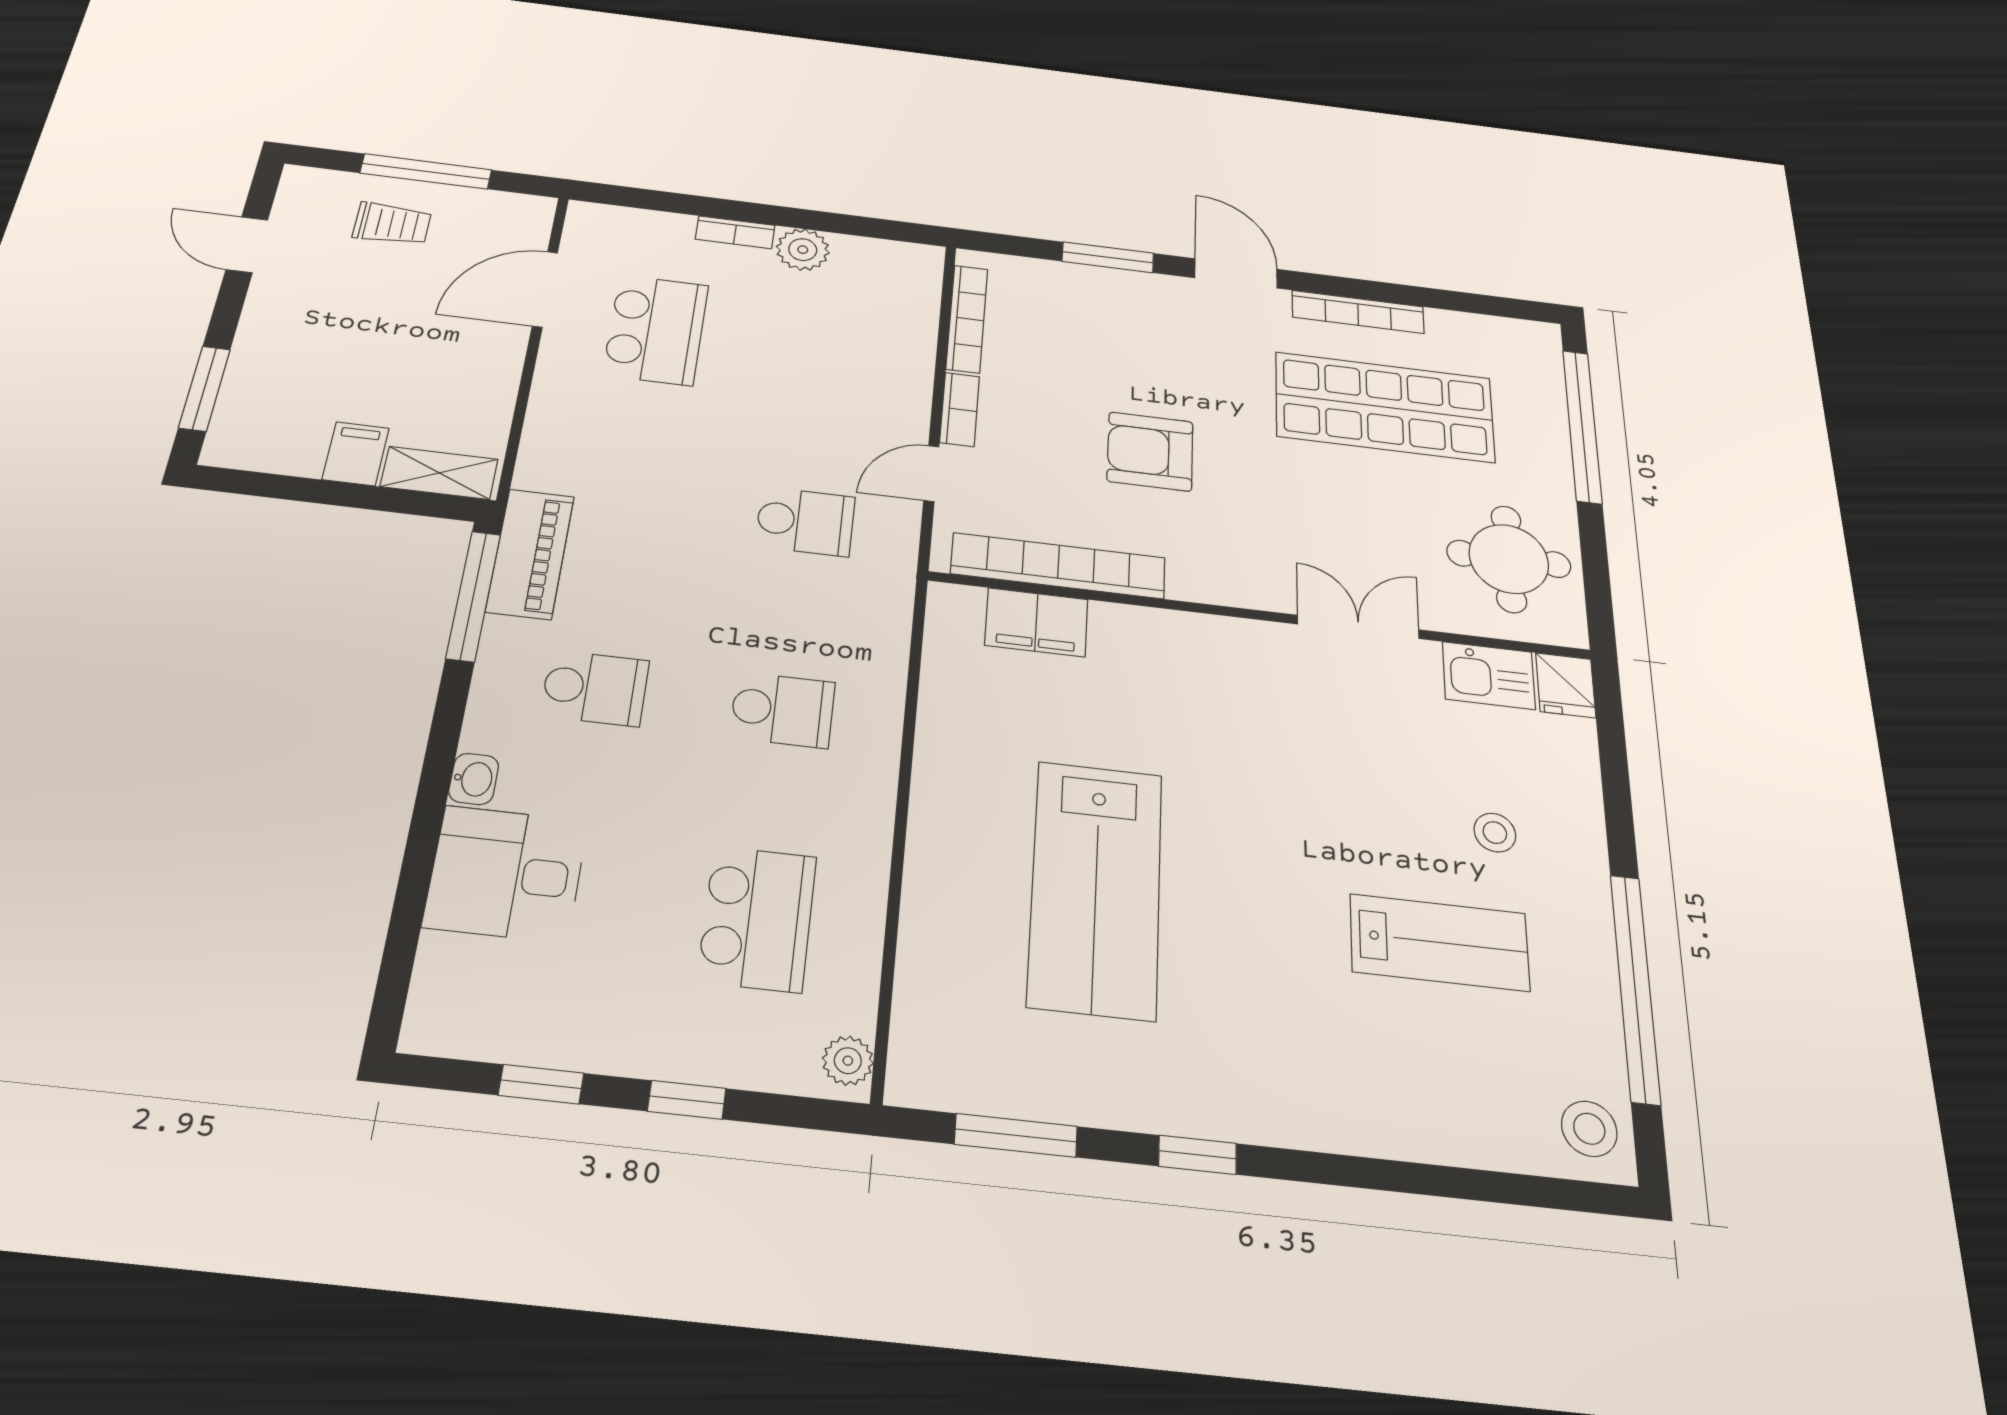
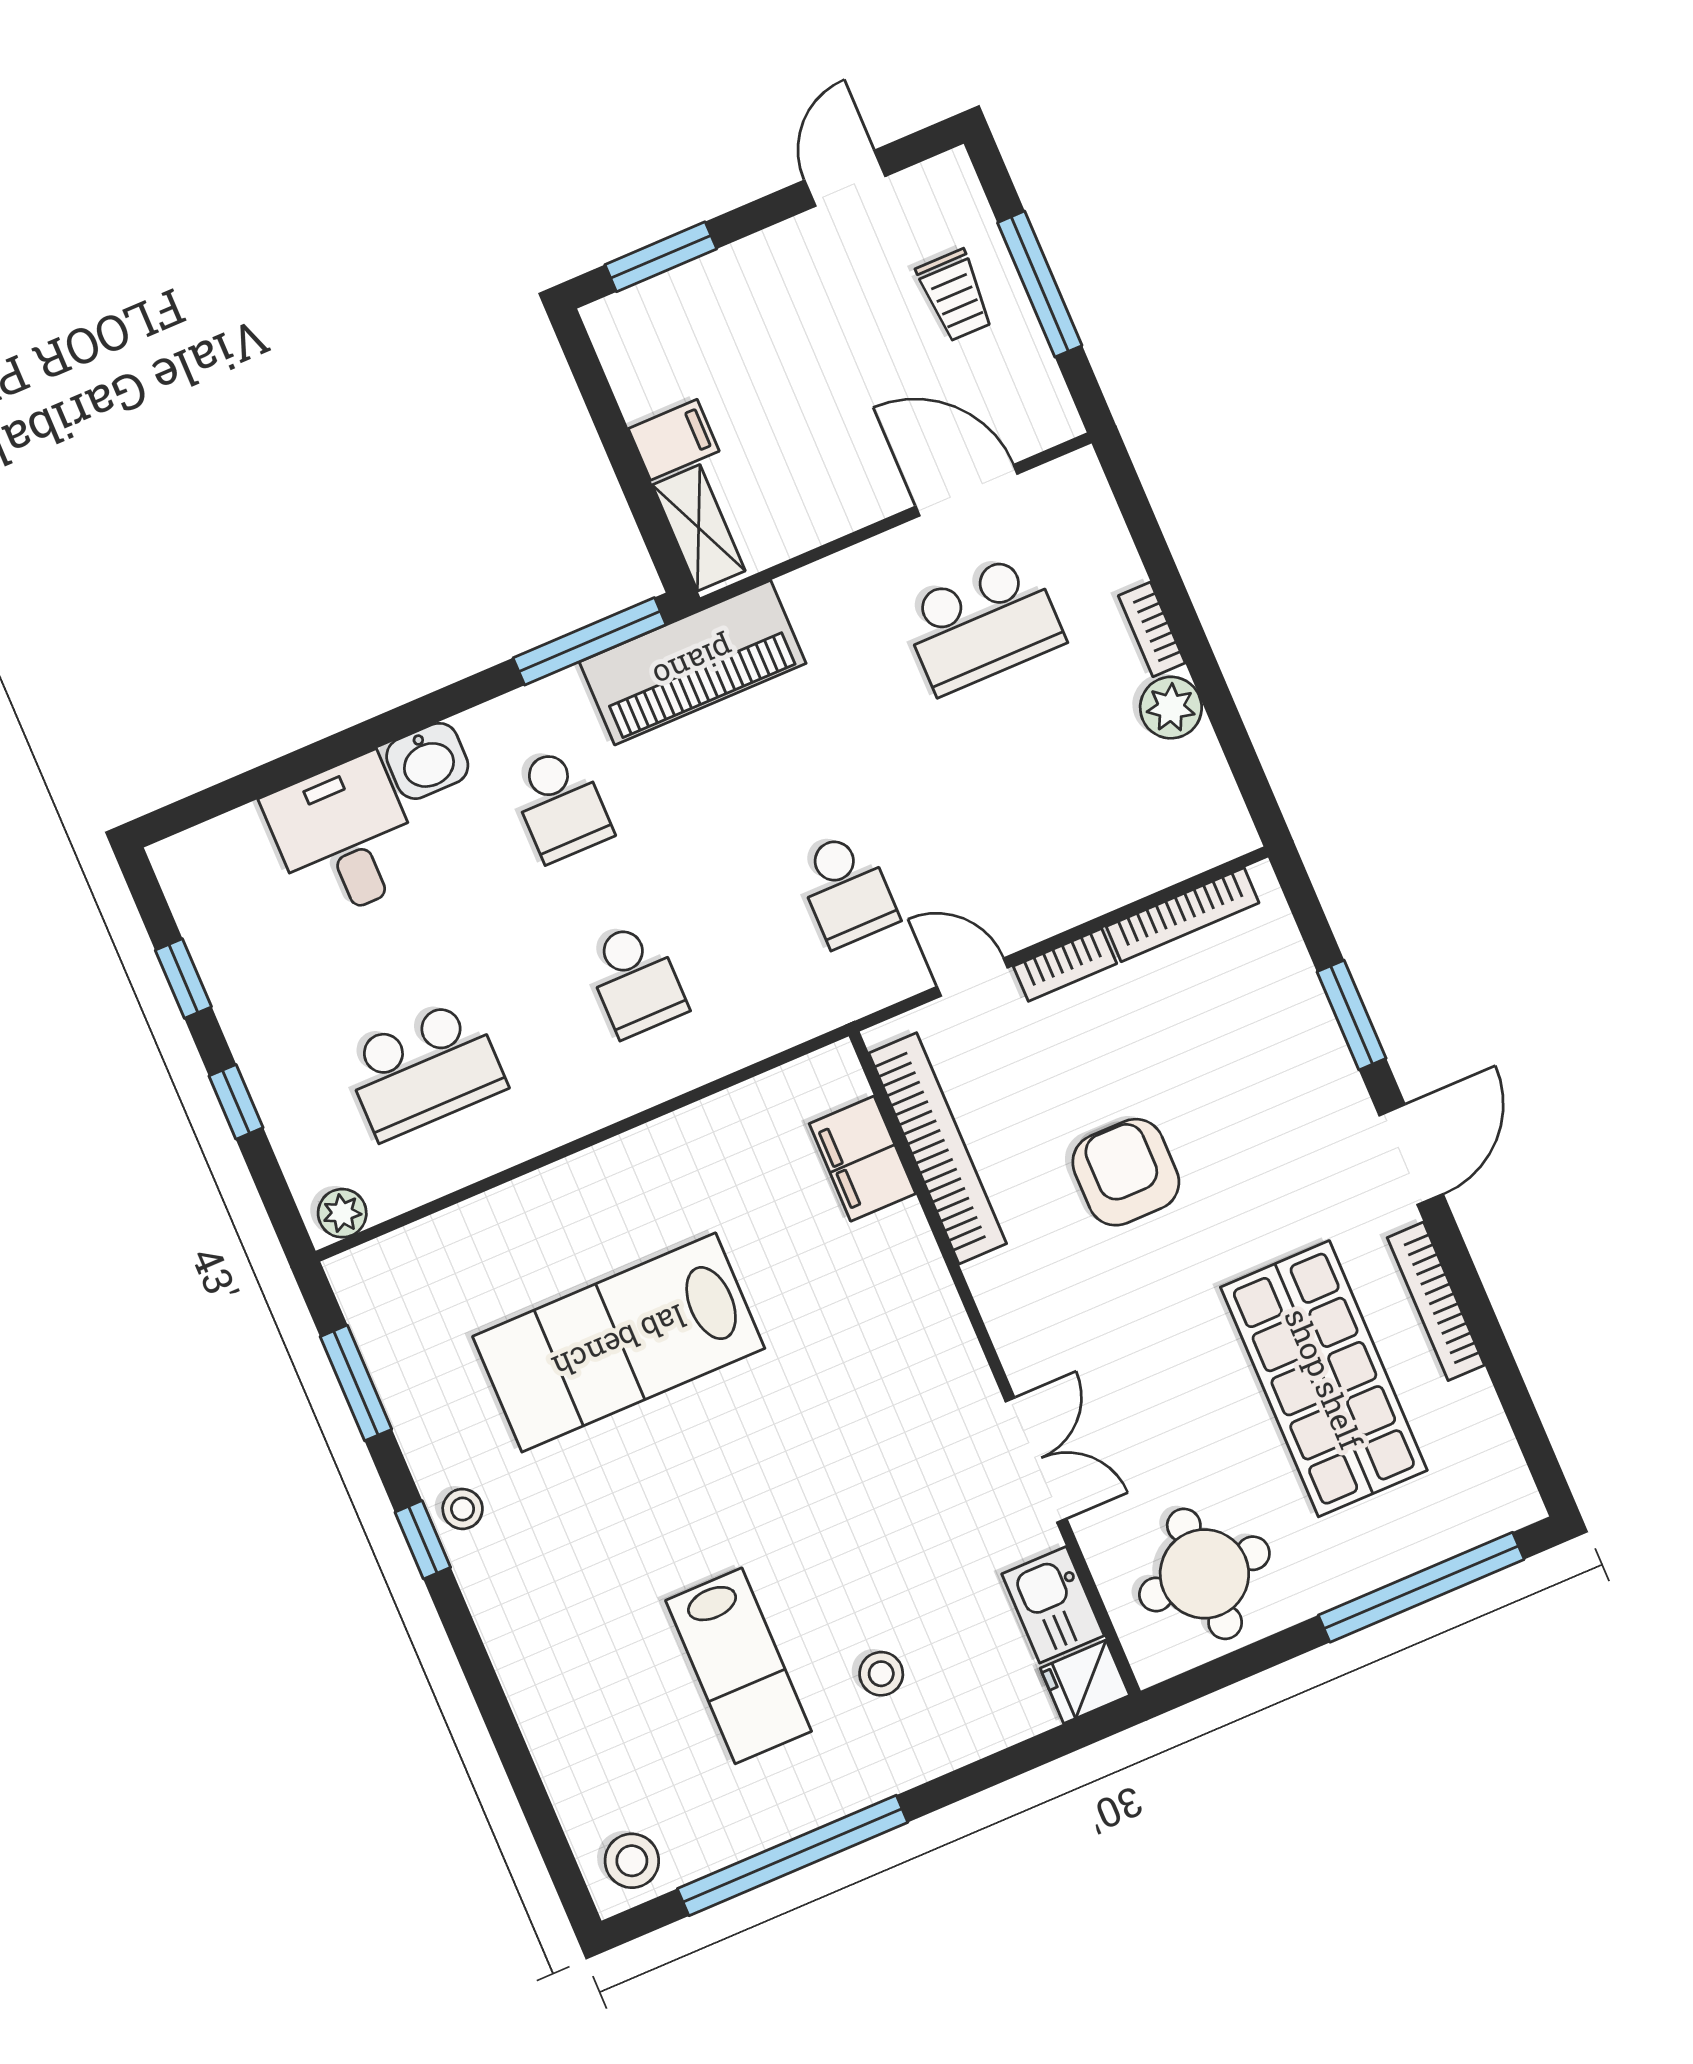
piano: (530, 554) -> (693, 663), width x1.37, depth x1.33
washbasin: (474, 779) -> (427, 761), width x1.38, depth x1.45
stool: (1185, 1103) -> (463, 1509), added

